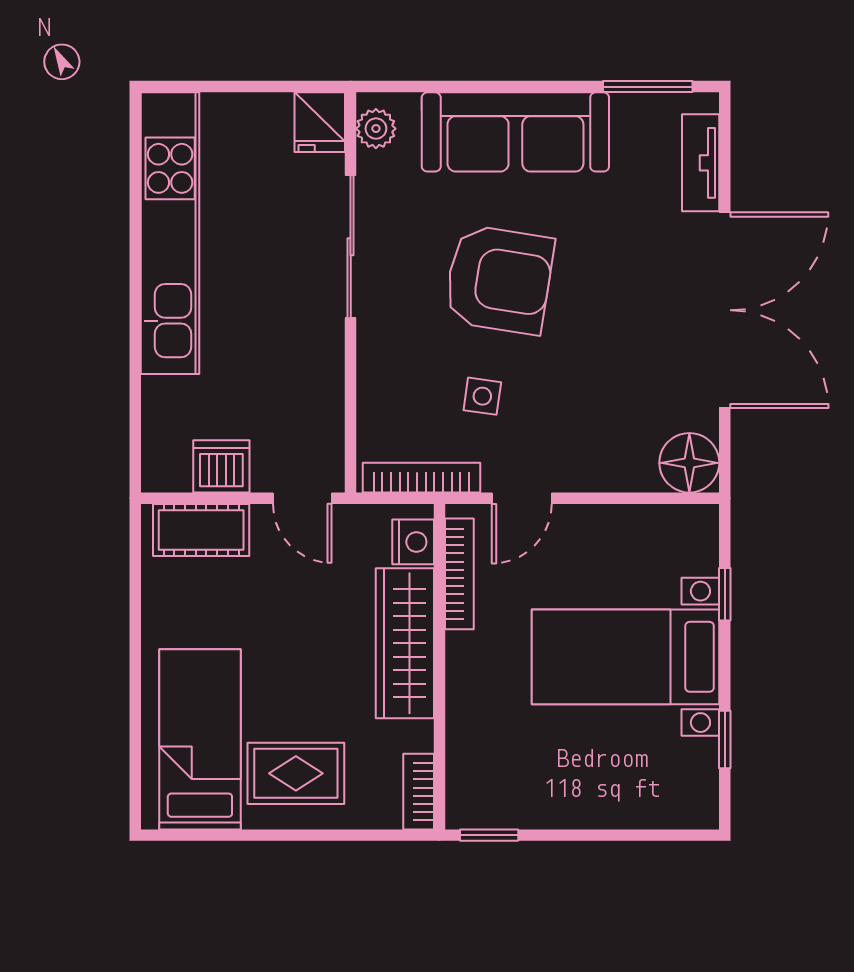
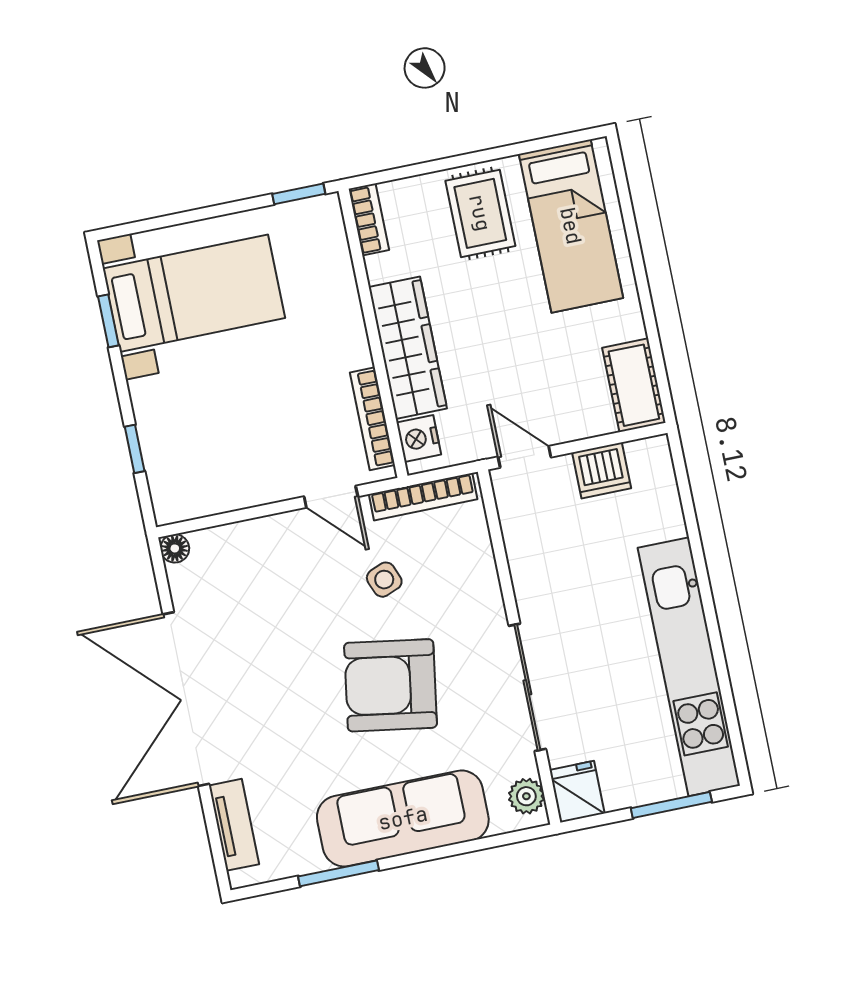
window: (220, 87) -> (671, 805), added
window: (648, 87) -> (339, 873), moved
side table: (482, 396) -> (384, 580), turned -30
floor lamp: (689, 463) -> (175, 548), width x0.53, depth x0.53
door: (522, 498) -> (331, 497), swing flipped
cot: (201, 530) -> (634, 385), moved, turned 90
bed with nightstands: (626, 657) -> (194, 293), moved
rug: (296, 773) -> (480, 213), turned 90

